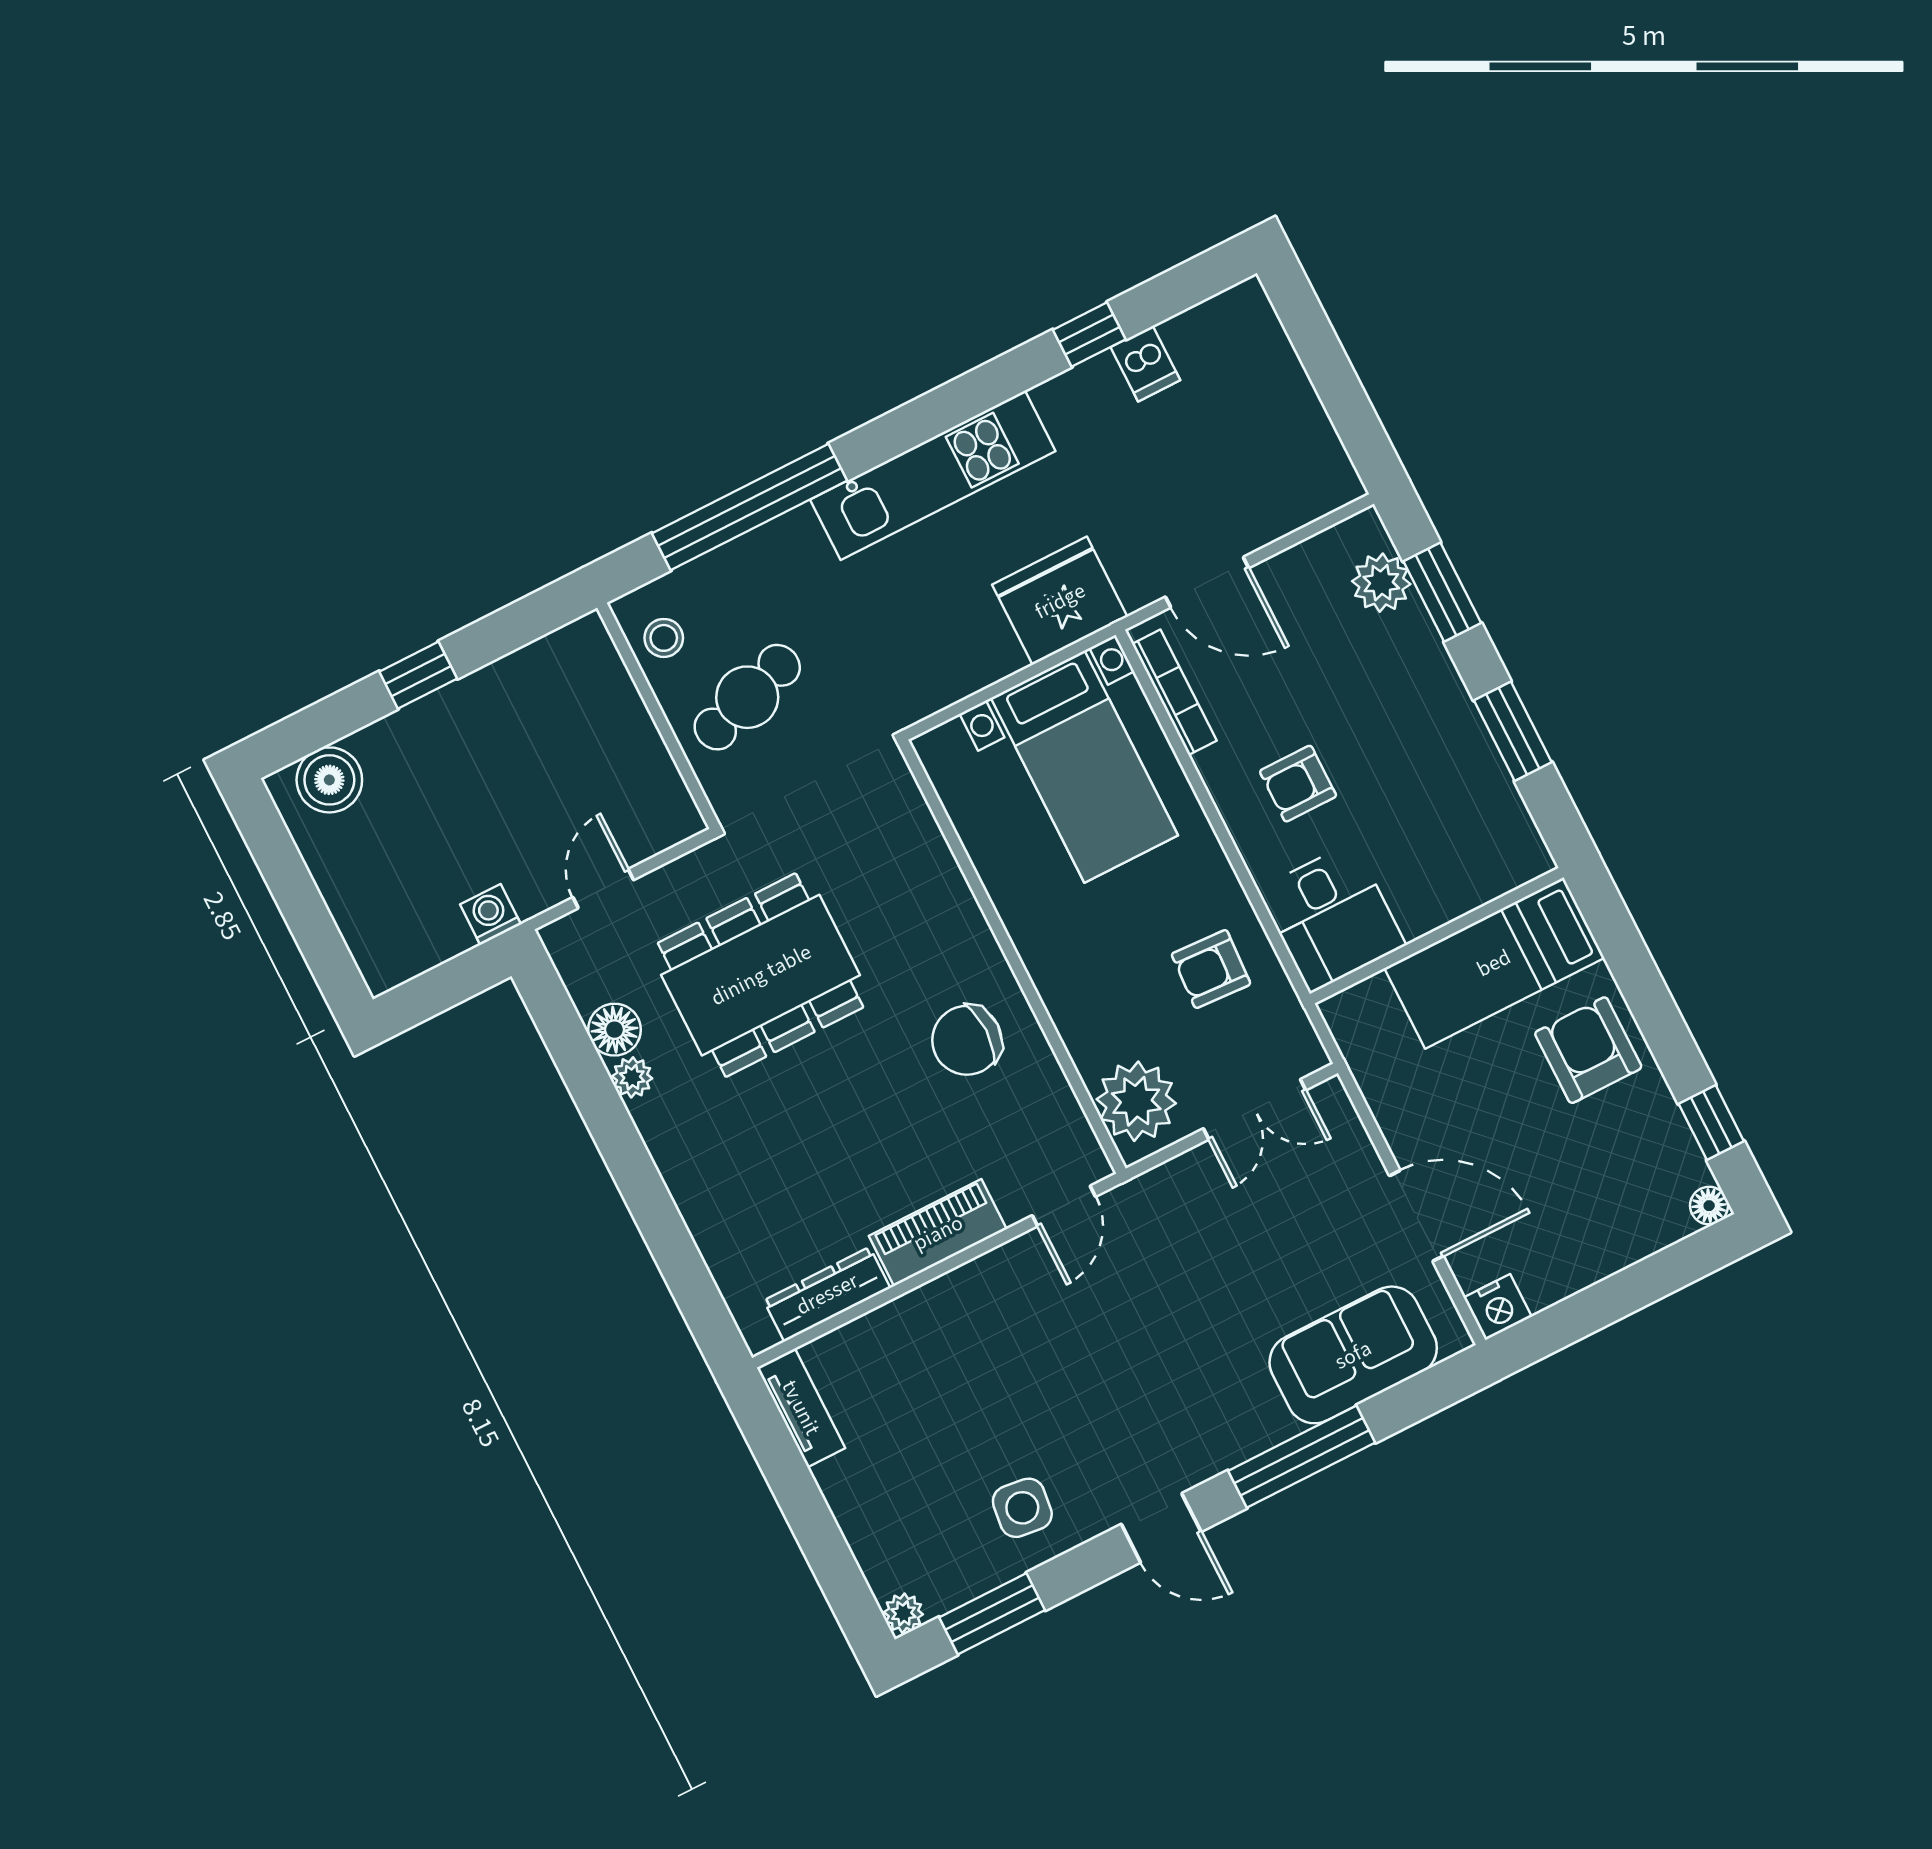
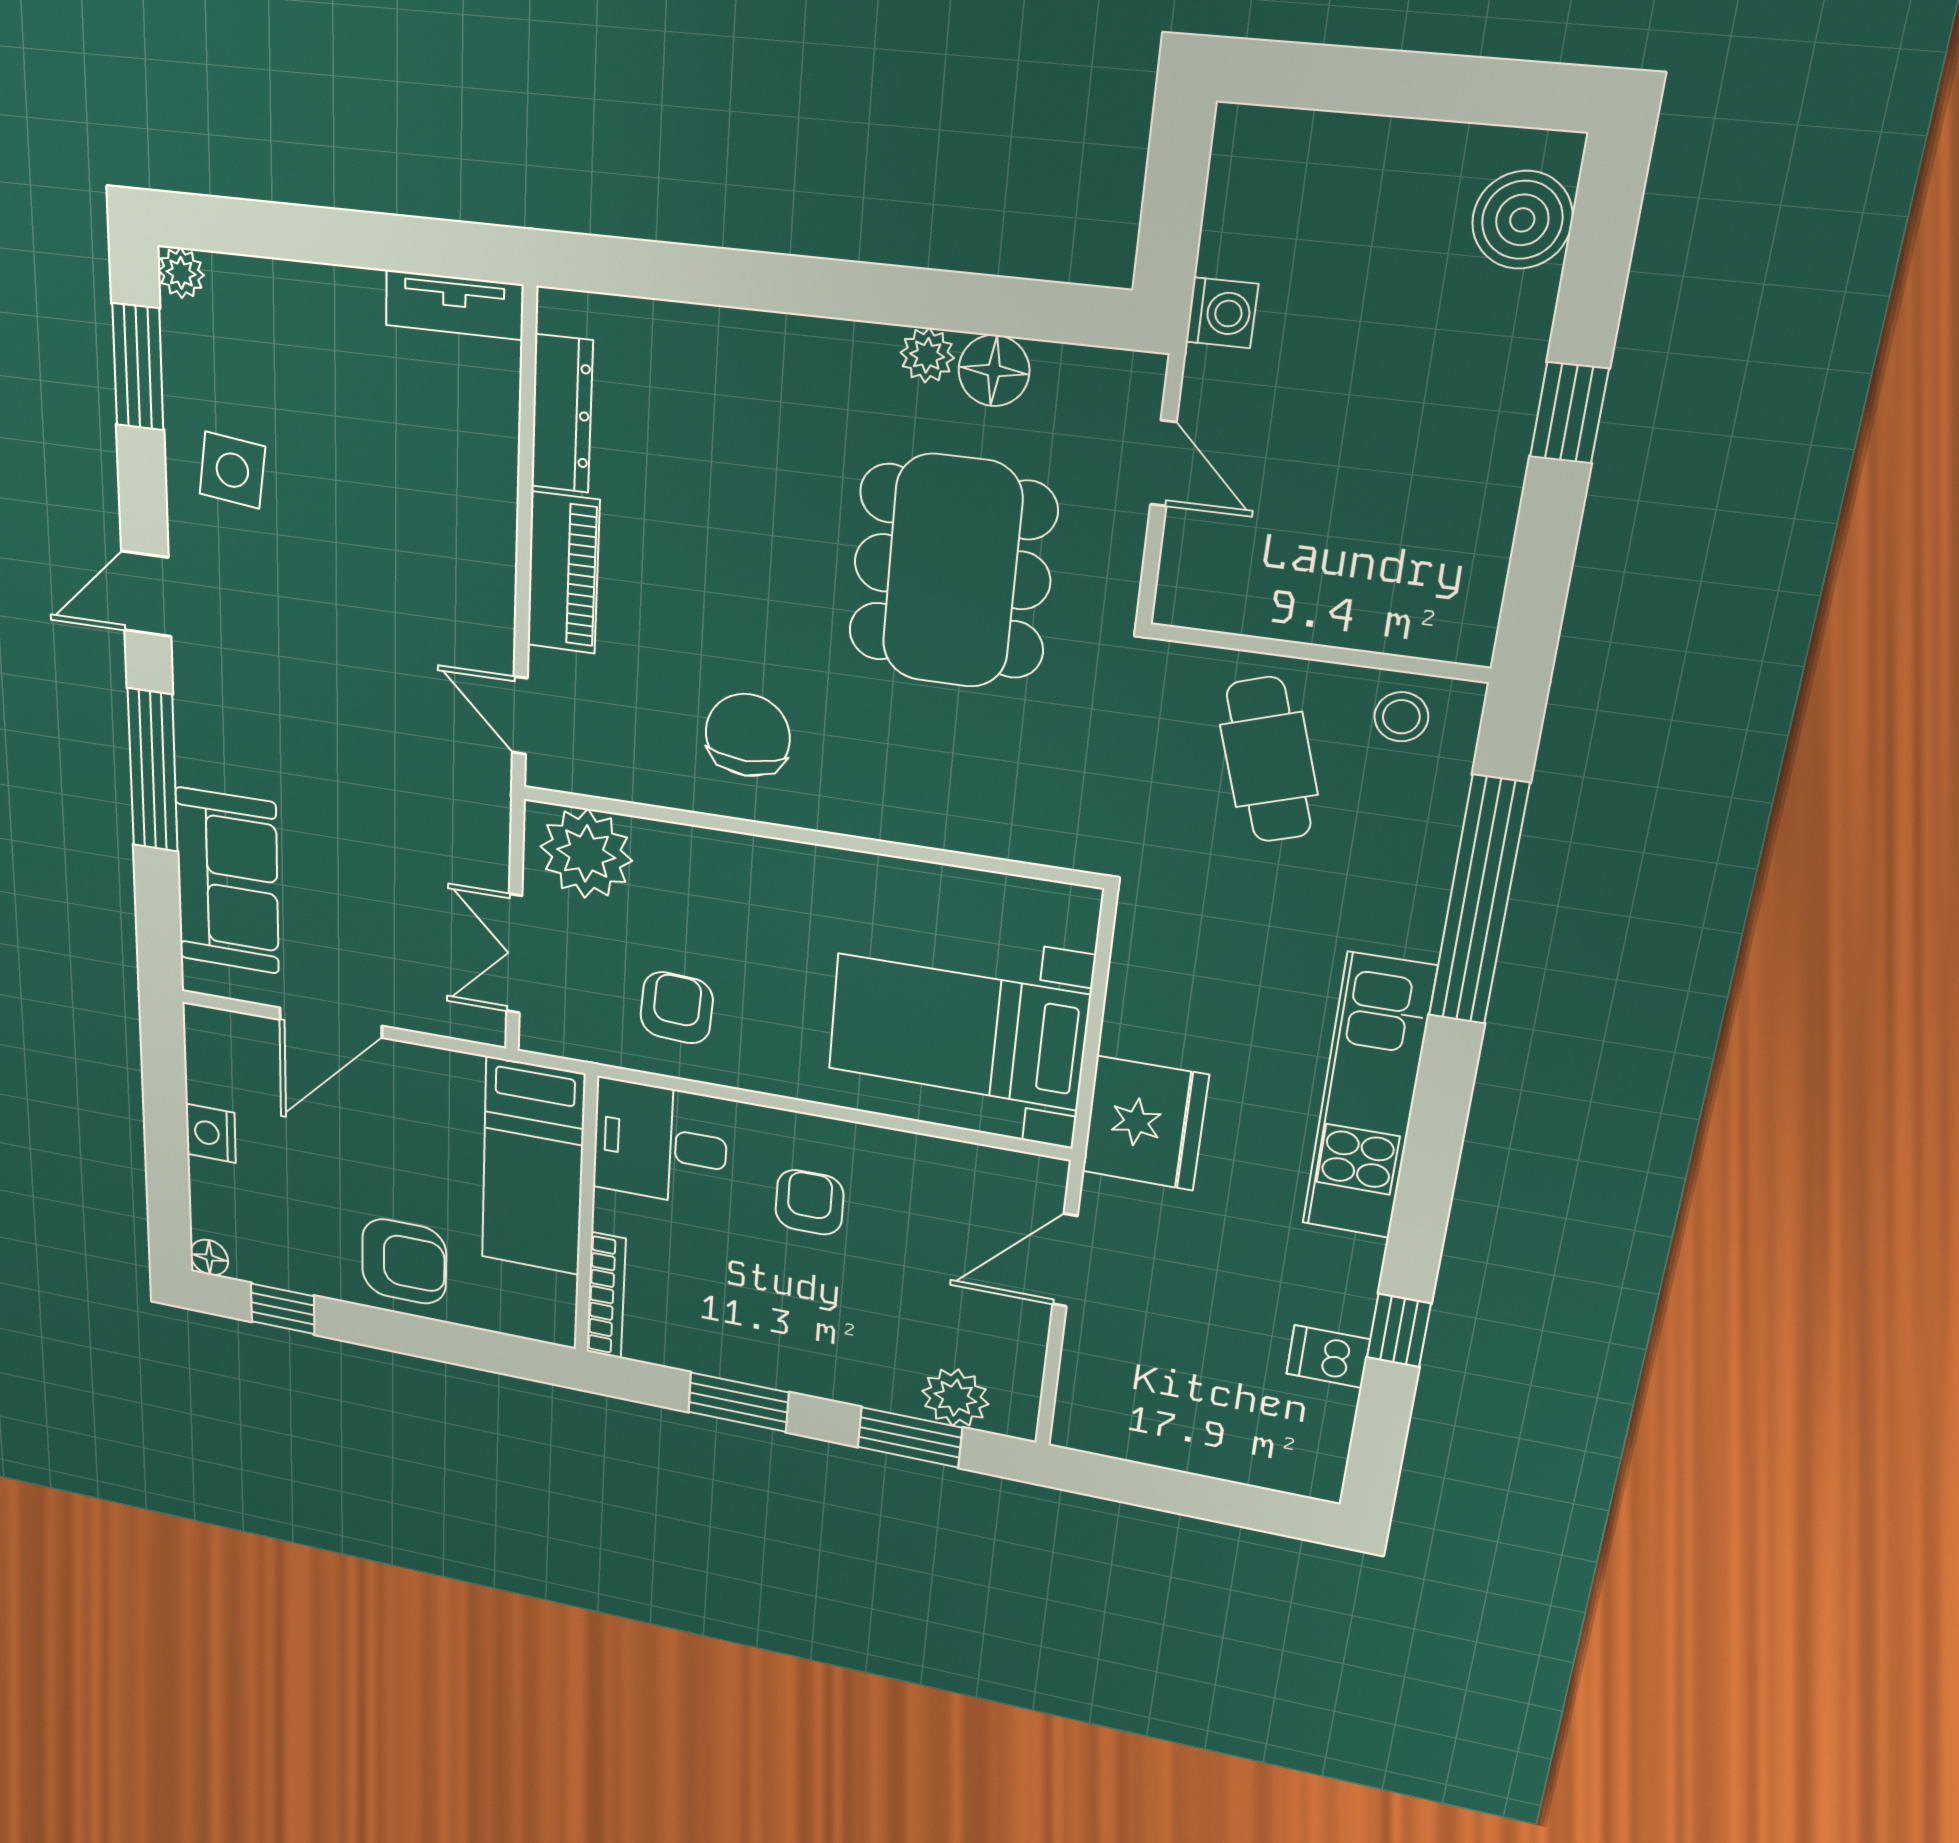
bookcase: (1174, 692) -> (606, 1296), moved, turned -90
bed: (1494, 963) -> (533, 1167), moved, turned 180
nightstand: (1498, 1307) -> (211, 1133), moved

